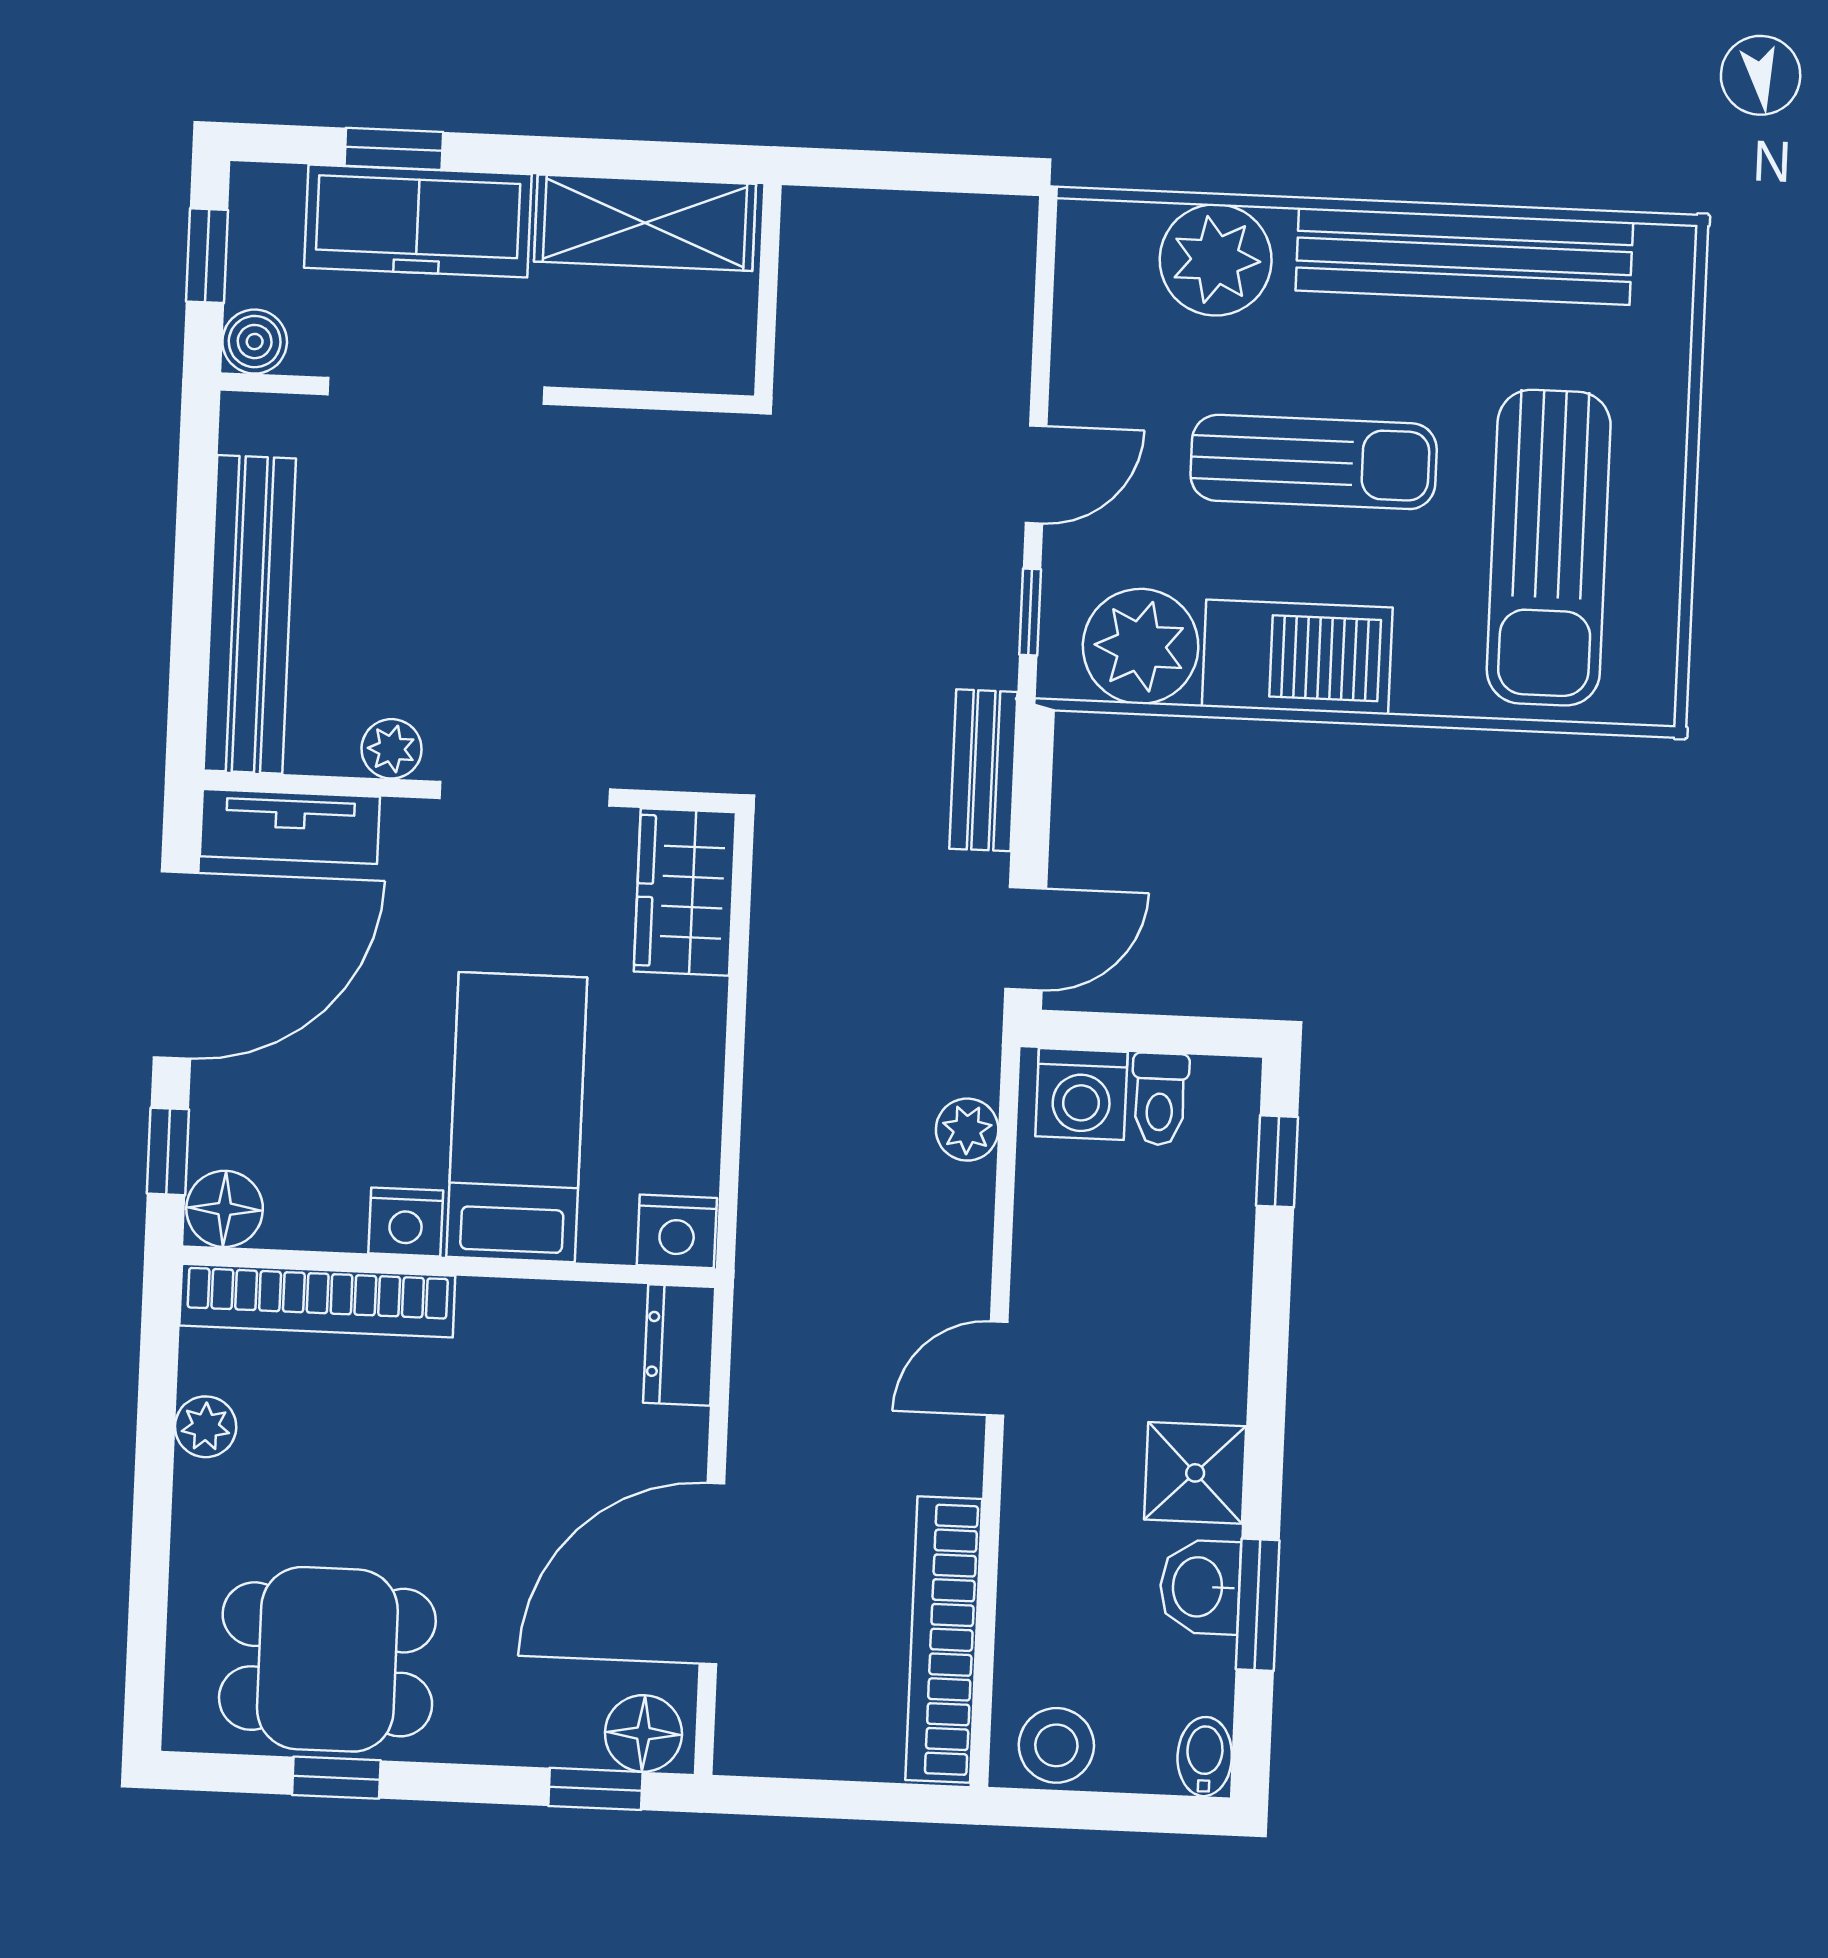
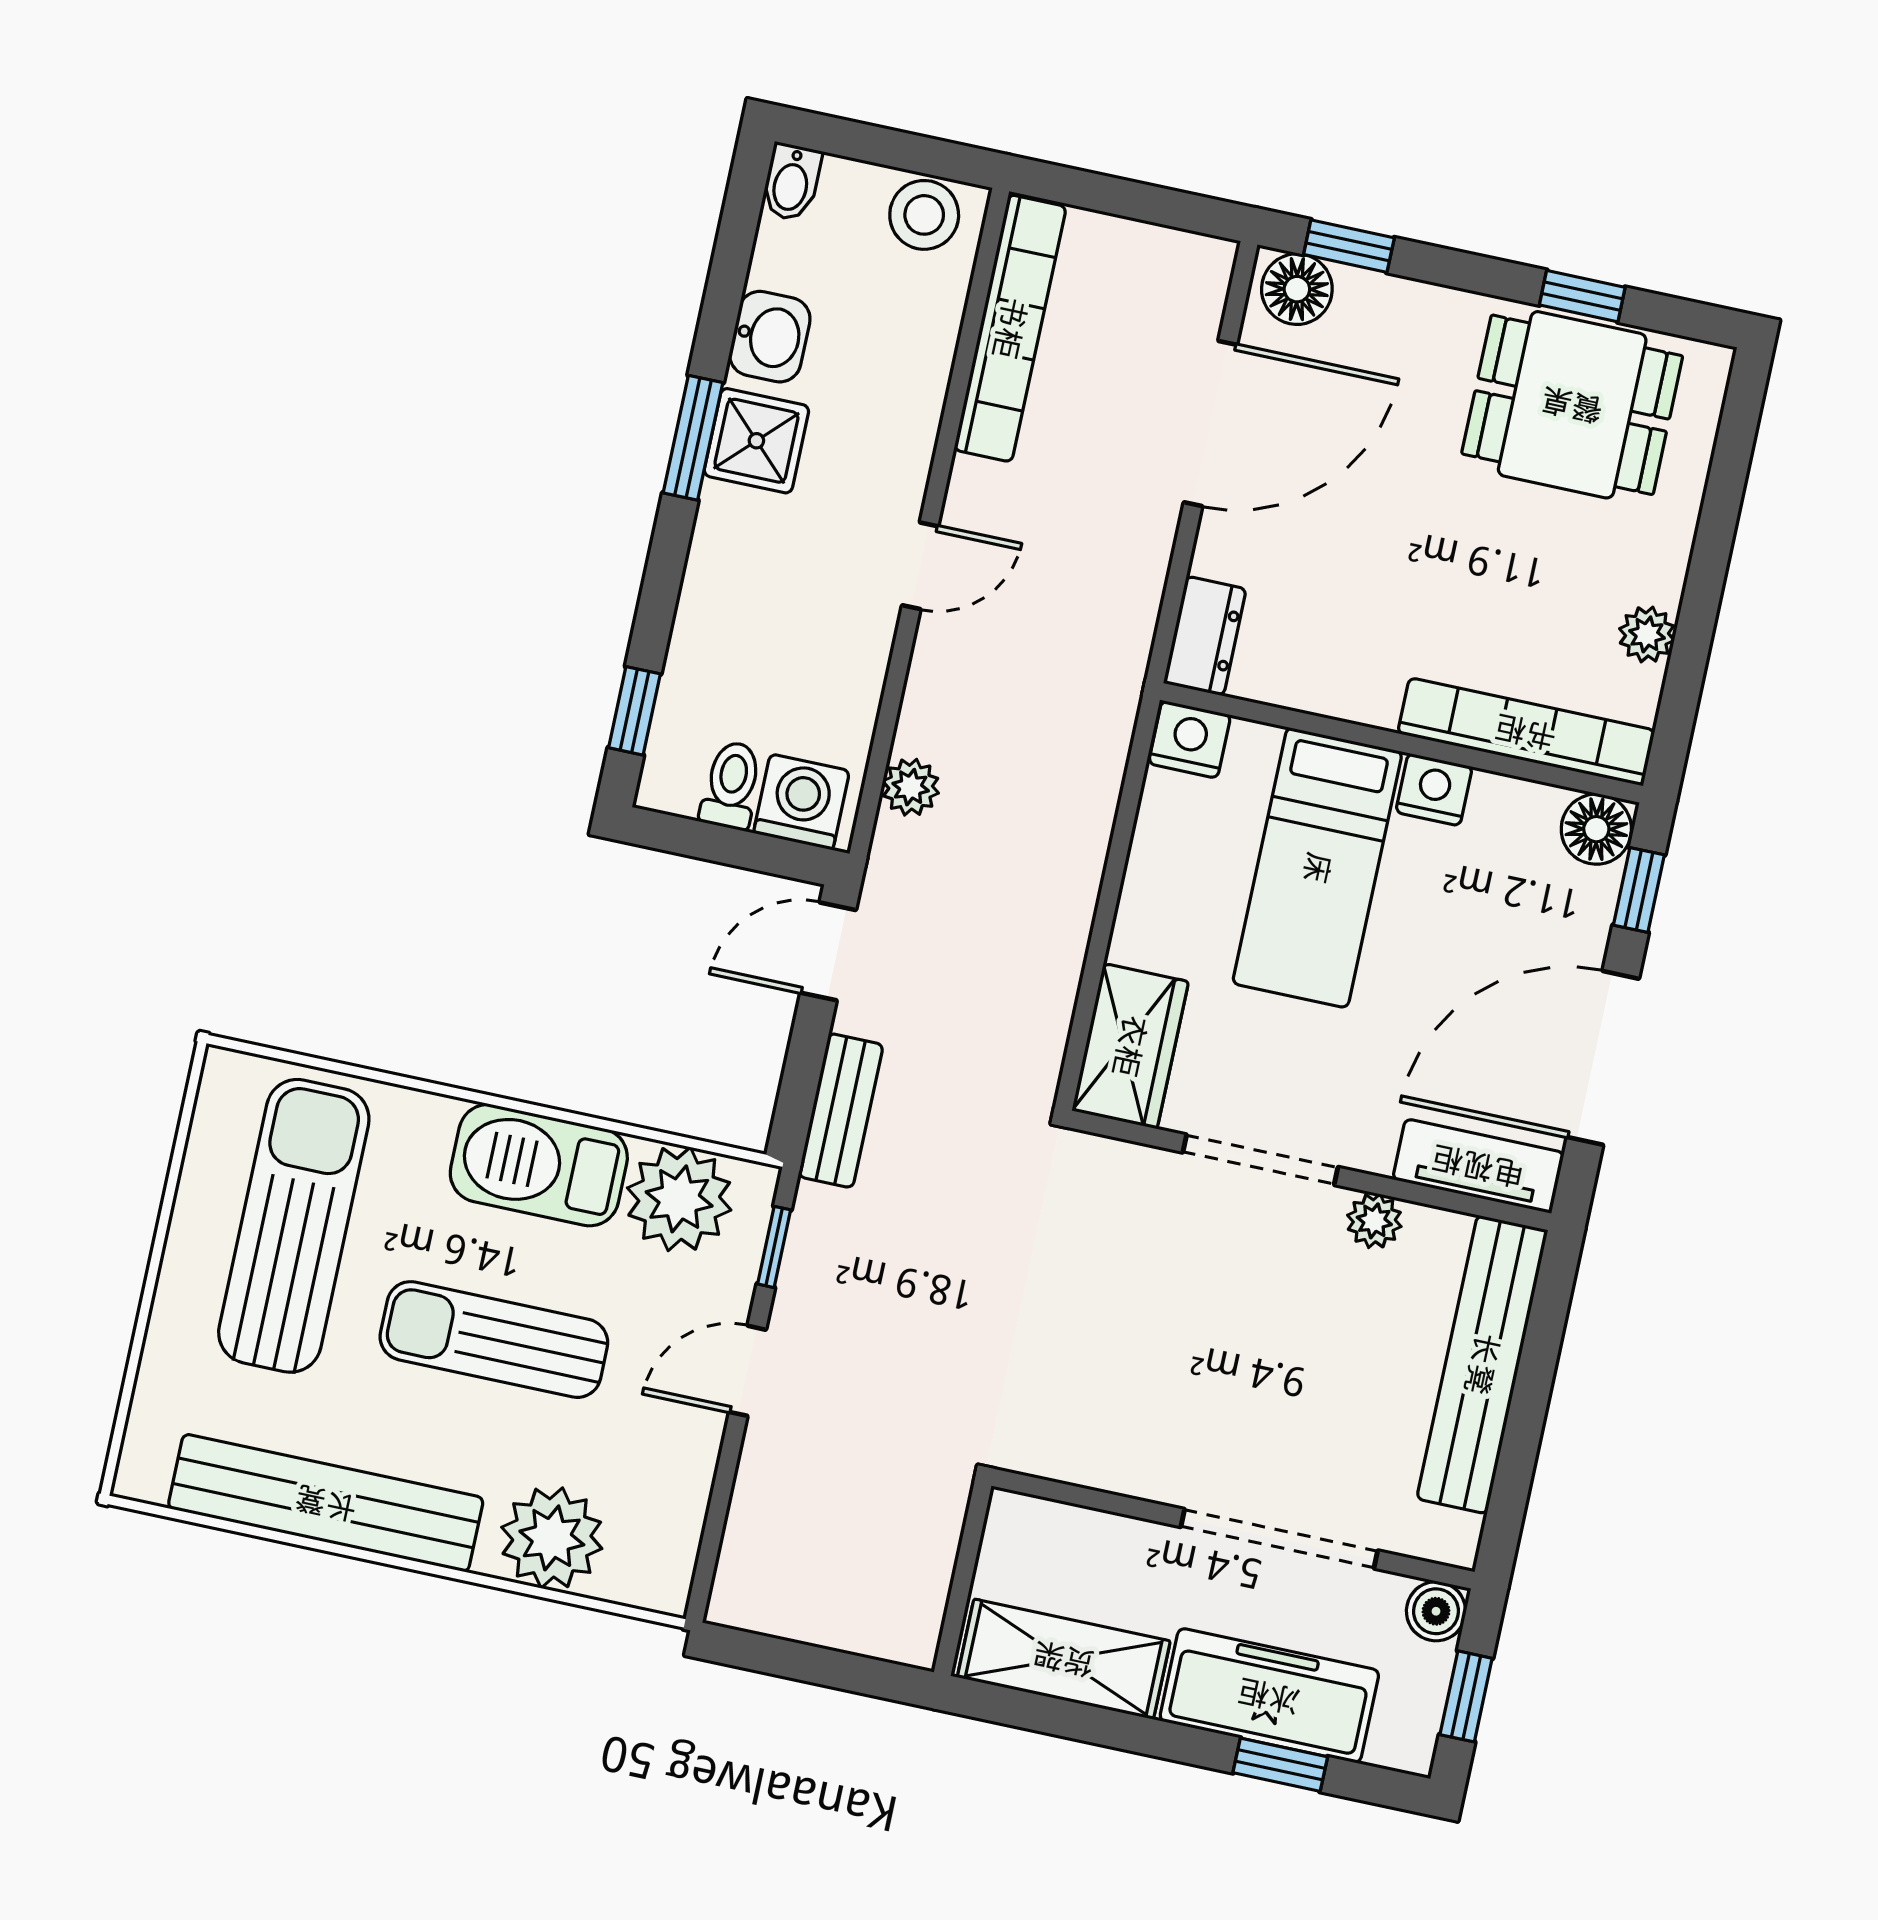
window: (1258, 1605) -> (693, 438), moved

